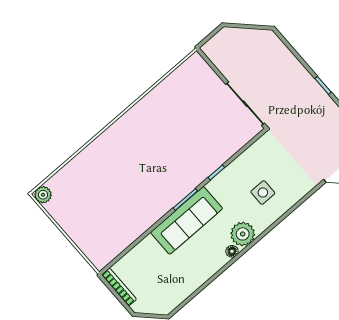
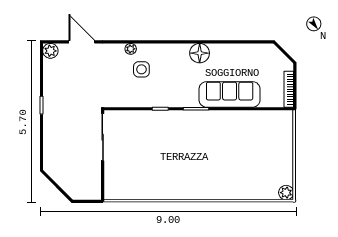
sofa: (186, 220) -> (230, 94), moved
plant: (243, 234) -> (131, 49), moved, width x0.53, depth x0.53
floor lamp: (232, 251) -> (200, 53), width x1.89, depth x1.89

